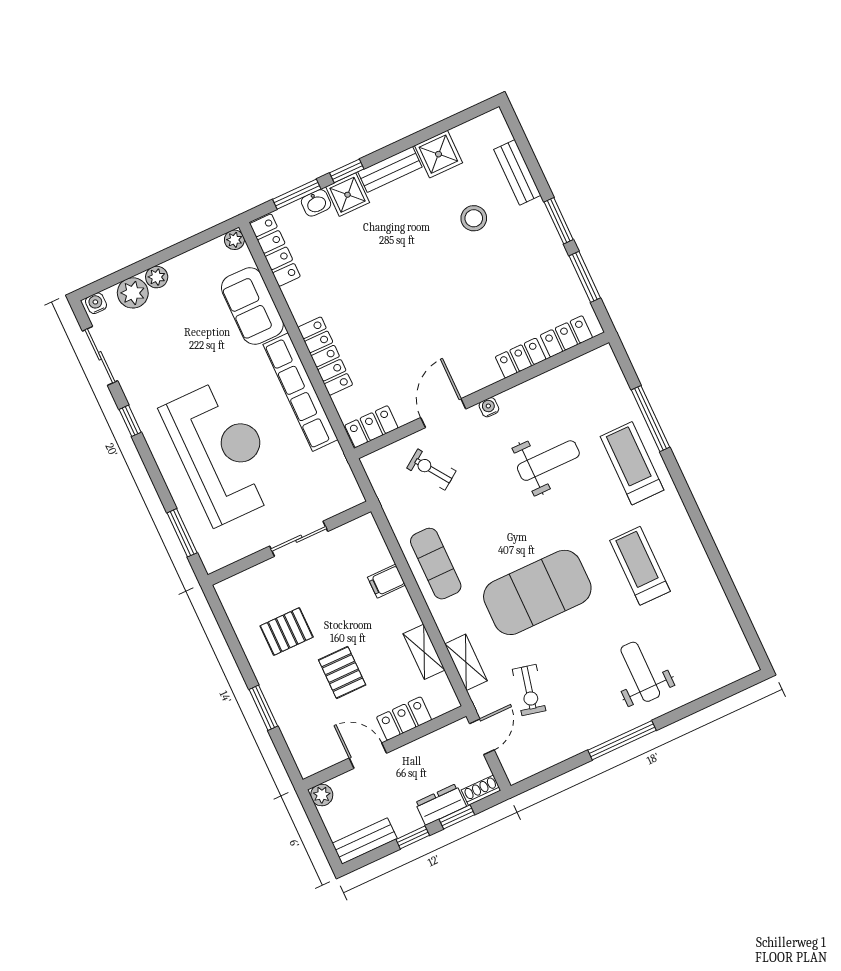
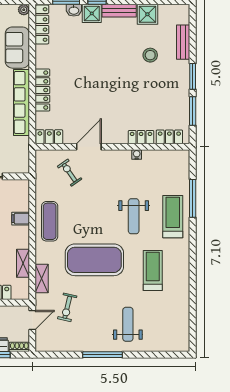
water cooler: (489, 407) -> (137, 155), moved
weight bench: (548, 461) -> (134, 216), moved, turned 90

